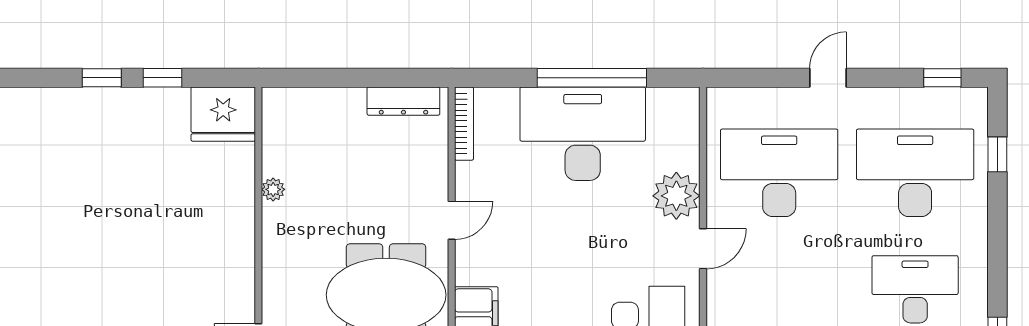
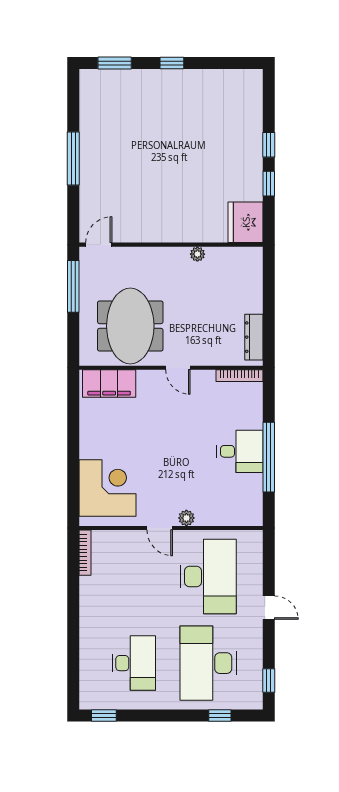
desk: (583, 134) -> (240, 451), width x0.53, depth x0.77
desk: (915, 173) -> (208, 663), turned 180
plant: (676, 196) -> (186, 518), width x0.53, depth x0.53

